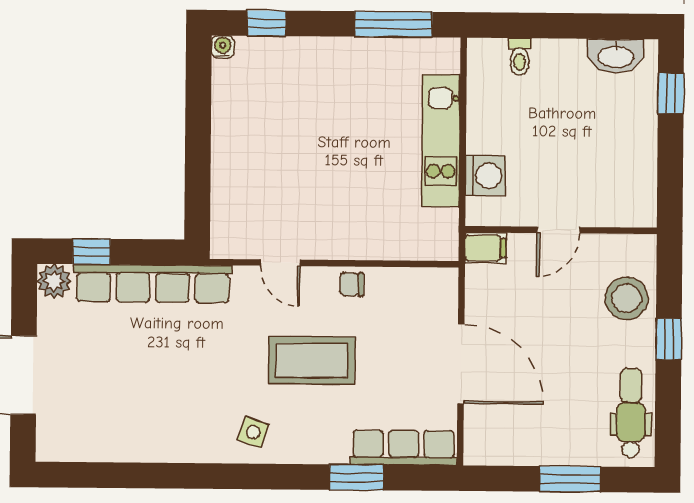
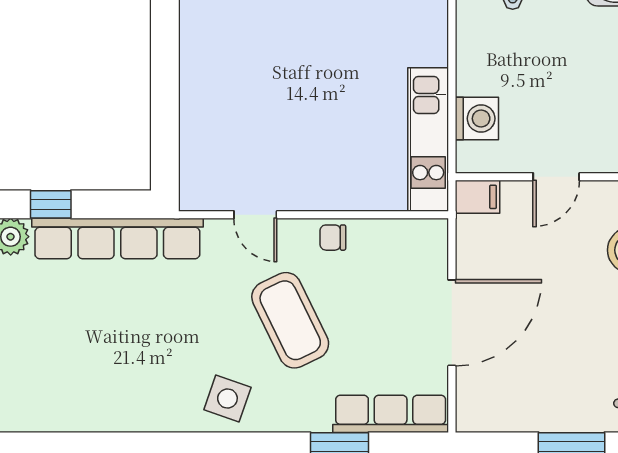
kitchen unit: (441, 141) -> (428, 140), moved
coffee table: (312, 360) -> (290, 320), turned 64
door: (461, 364) -> (452, 323), hinge flipped
side table: (253, 432) -> (227, 399), width x1.37, depth x1.37

